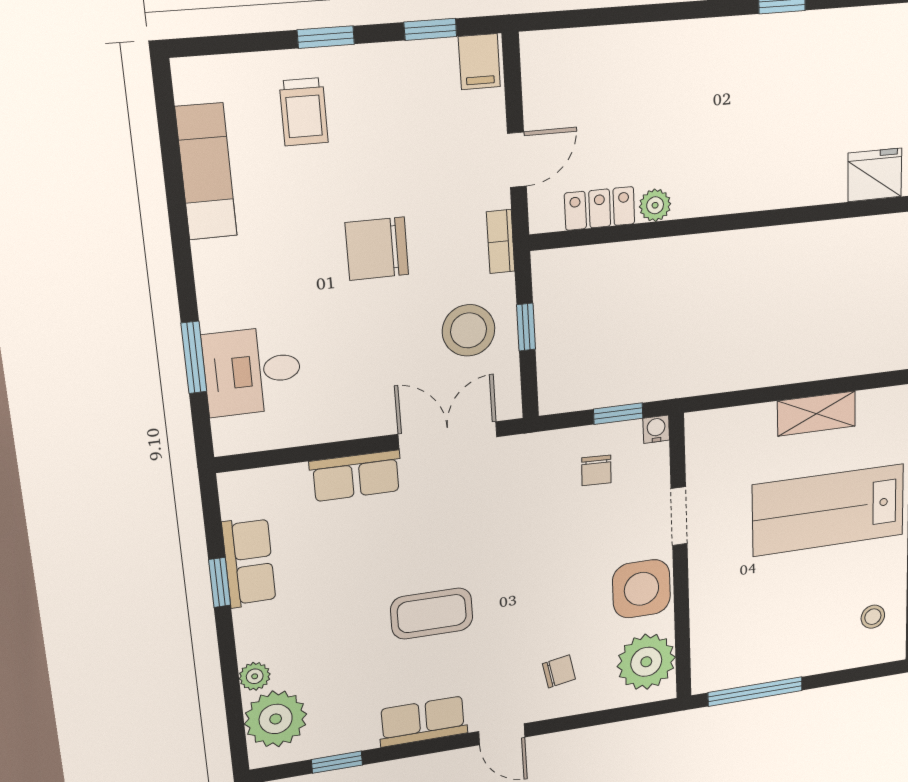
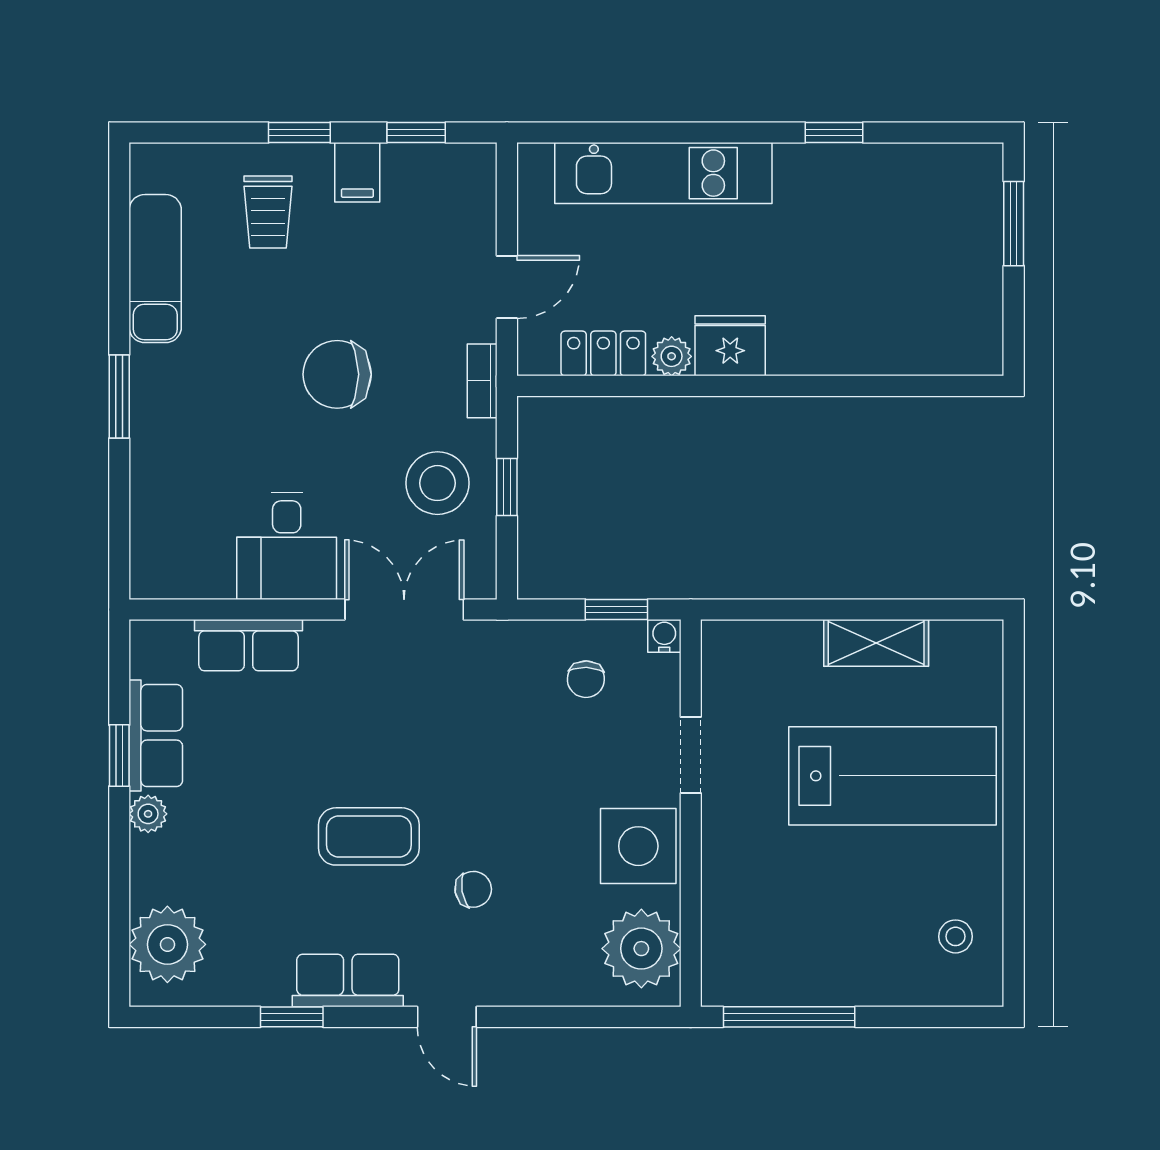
kitchen unit: (644, 49) -> (663, 173), added
filing cabinet: (479, 62) -> (357, 172), moved
fridge: (875, 175) -> (730, 346), moved
window: (194, 357) -> (119, 397), moved
desk: (252, 371) -> (287, 546), moved, turned -90
row of seats: (356, 476) -> (248, 645), moved
lab bench: (829, 510) -> (892, 776), turned 180
chair: (559, 671) -> (473, 889), moved
plant: (255, 676) -> (148, 814), moved
window: (337, 762) -> (292, 1017), moved

